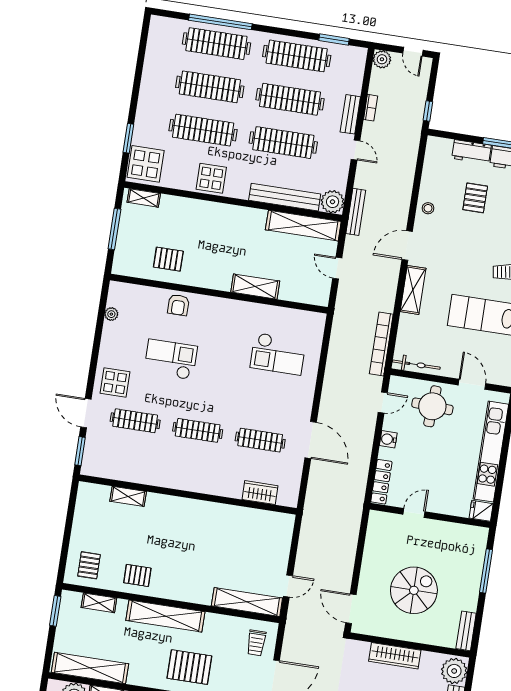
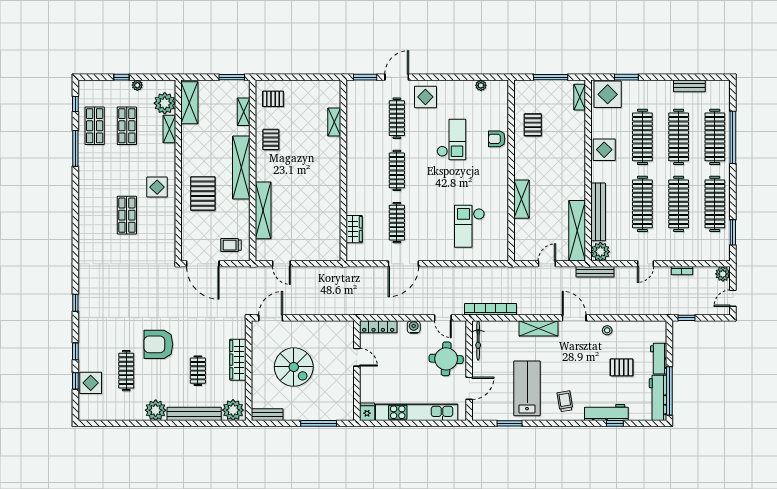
bench: (350, 114) -> (689, 86), moved
shelving: (247, 602) -> (263, 210), moved
shelving: (90, 668) -> (189, 103), width x0.68

